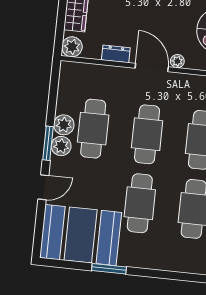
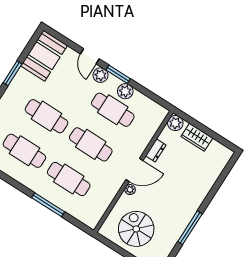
plant: (61, 146) -> (101, 75), moved
booth: (81, 235) -> (44, 56), width x0.73, depth x0.70

